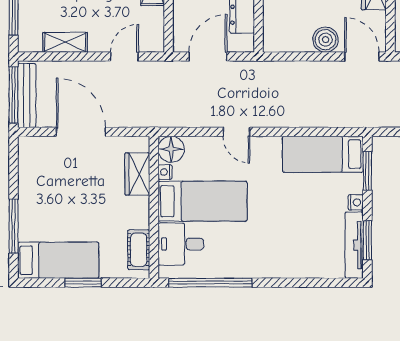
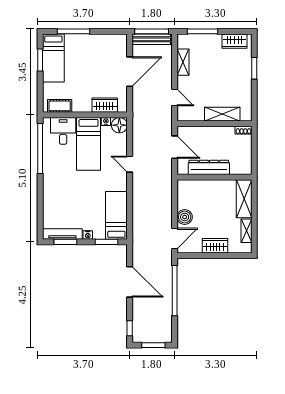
door: (237, 132) -> (130, 164), hinge flipped
window: (83, 283) -> (40, 60), moved

